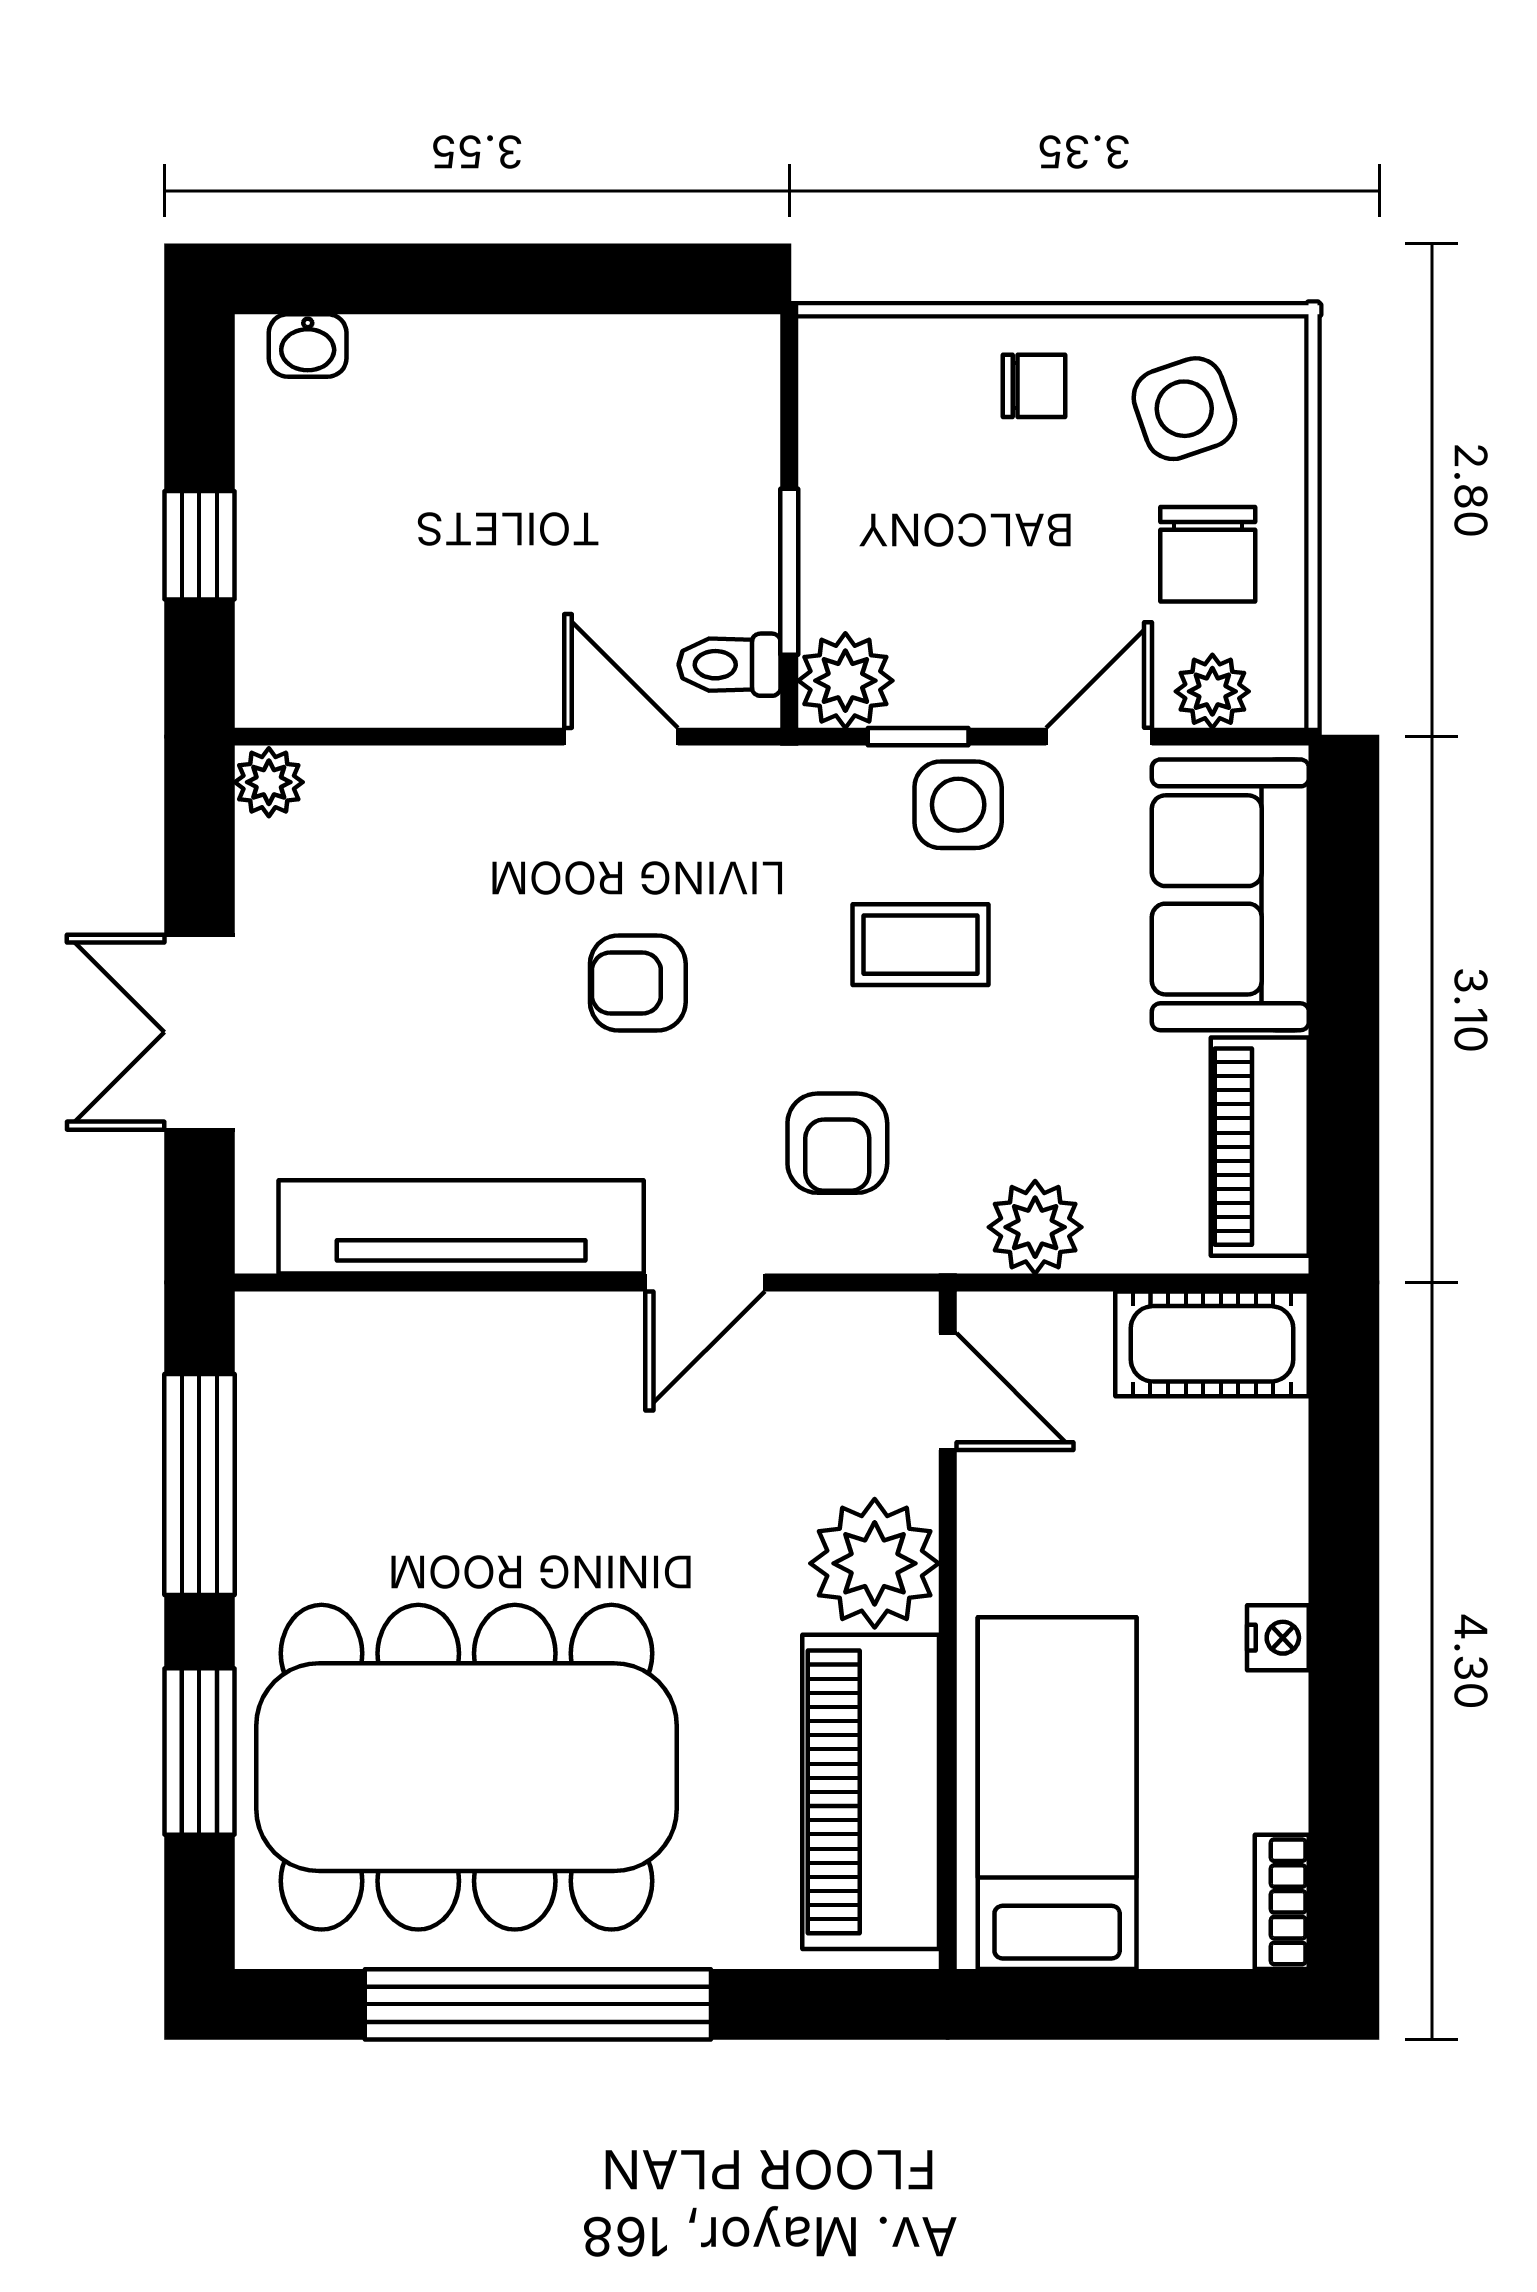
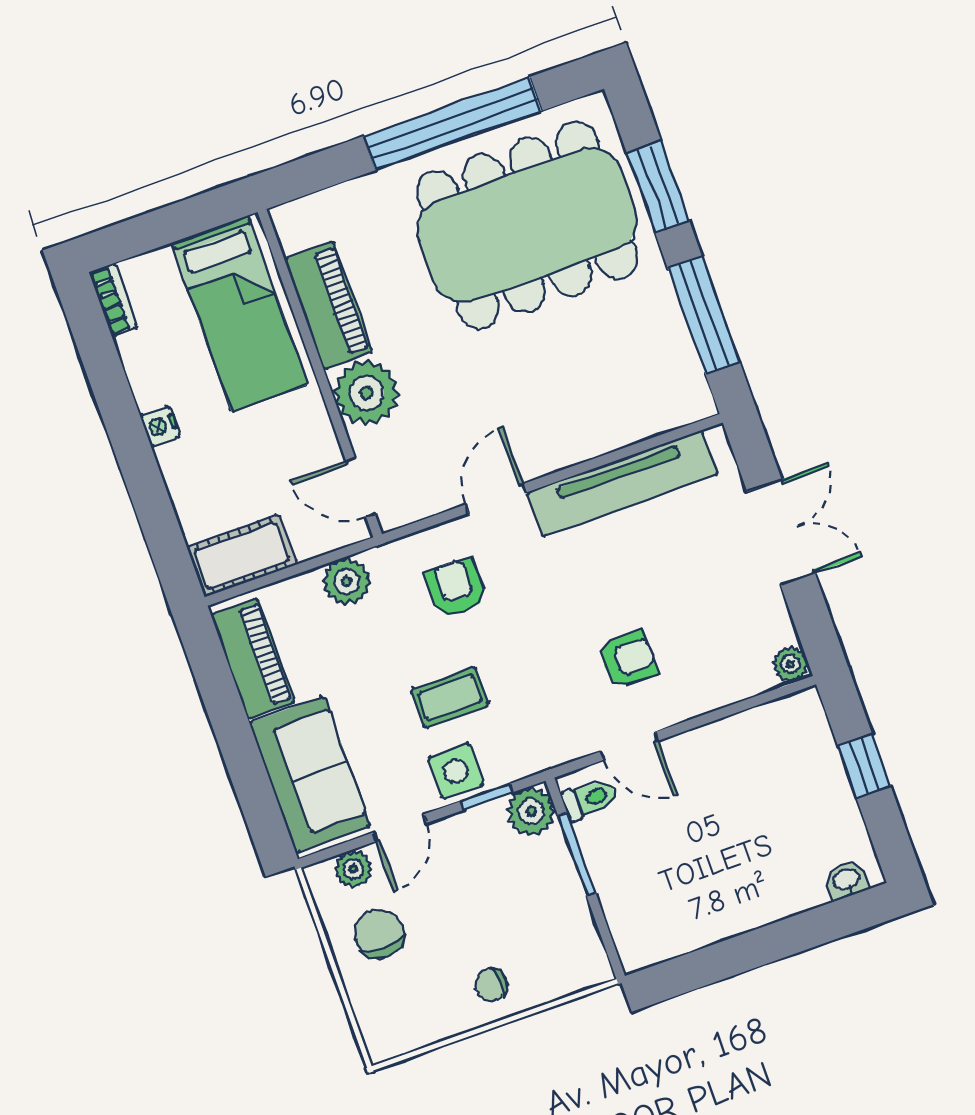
side table: (1184, 409) -> (415, 1000), removed
armchair: (638, 983) -> (628, 659), moved
piano: (871, 1792) -> (328, 305), width x0.73, depth x0.75

